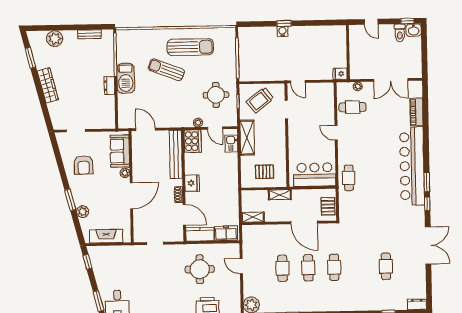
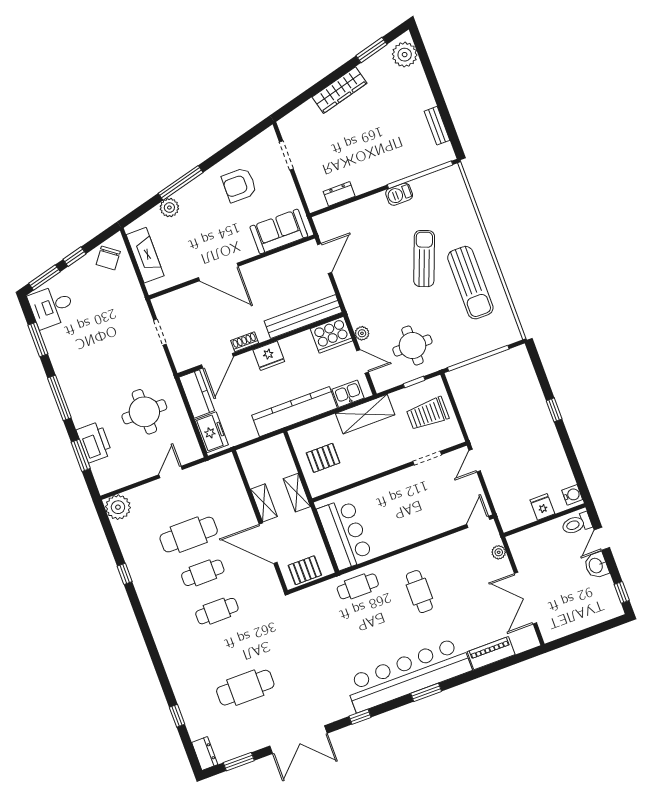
washbasin: (414, 30) -> (596, 565), moved
water cooler: (282, 31) -> (572, 495), moved
toilet: (400, 33) -> (577, 524), moved
plant: (55, 39) -> (405, 55), moved
fridge: (340, 74) -> (542, 507), moved
barbecue: (126, 78) -> (399, 194), width x0.53, depth x0.65
dresser: (109, 86) -> (339, 194), moved
trolley: (260, 100) -> (428, 414), turned -52
cafe table: (352, 107) -> (419, 592), moved
door: (215, 128) -> (363, 361), swing flipped
door: (336, 133) -> (478, 522), moved
pallet: (265, 172) -> (323, 458), turned 90
plant: (125, 173) -> (249, 250), removed
kitchen counter: (231, 179) -> (294, 412), added
window: (427, 182) -> (426, 692), moved
window: (70, 200) -> (181, 183), width x1.44
shelving: (253, 217) -> (264, 503), moved
door: (304, 223) -> (268, 543), hinge flipped
chair: (100, 259) -> (108, 258), added
window: (88, 262) -> (74, 257), moved
cafe table: (386, 266) -> (245, 688), width x1.37, depth x1.35
cafe table: (282, 268) -> (189, 535), width x1.37, depth x1.35
window: (429, 286) -> (239, 762), added

